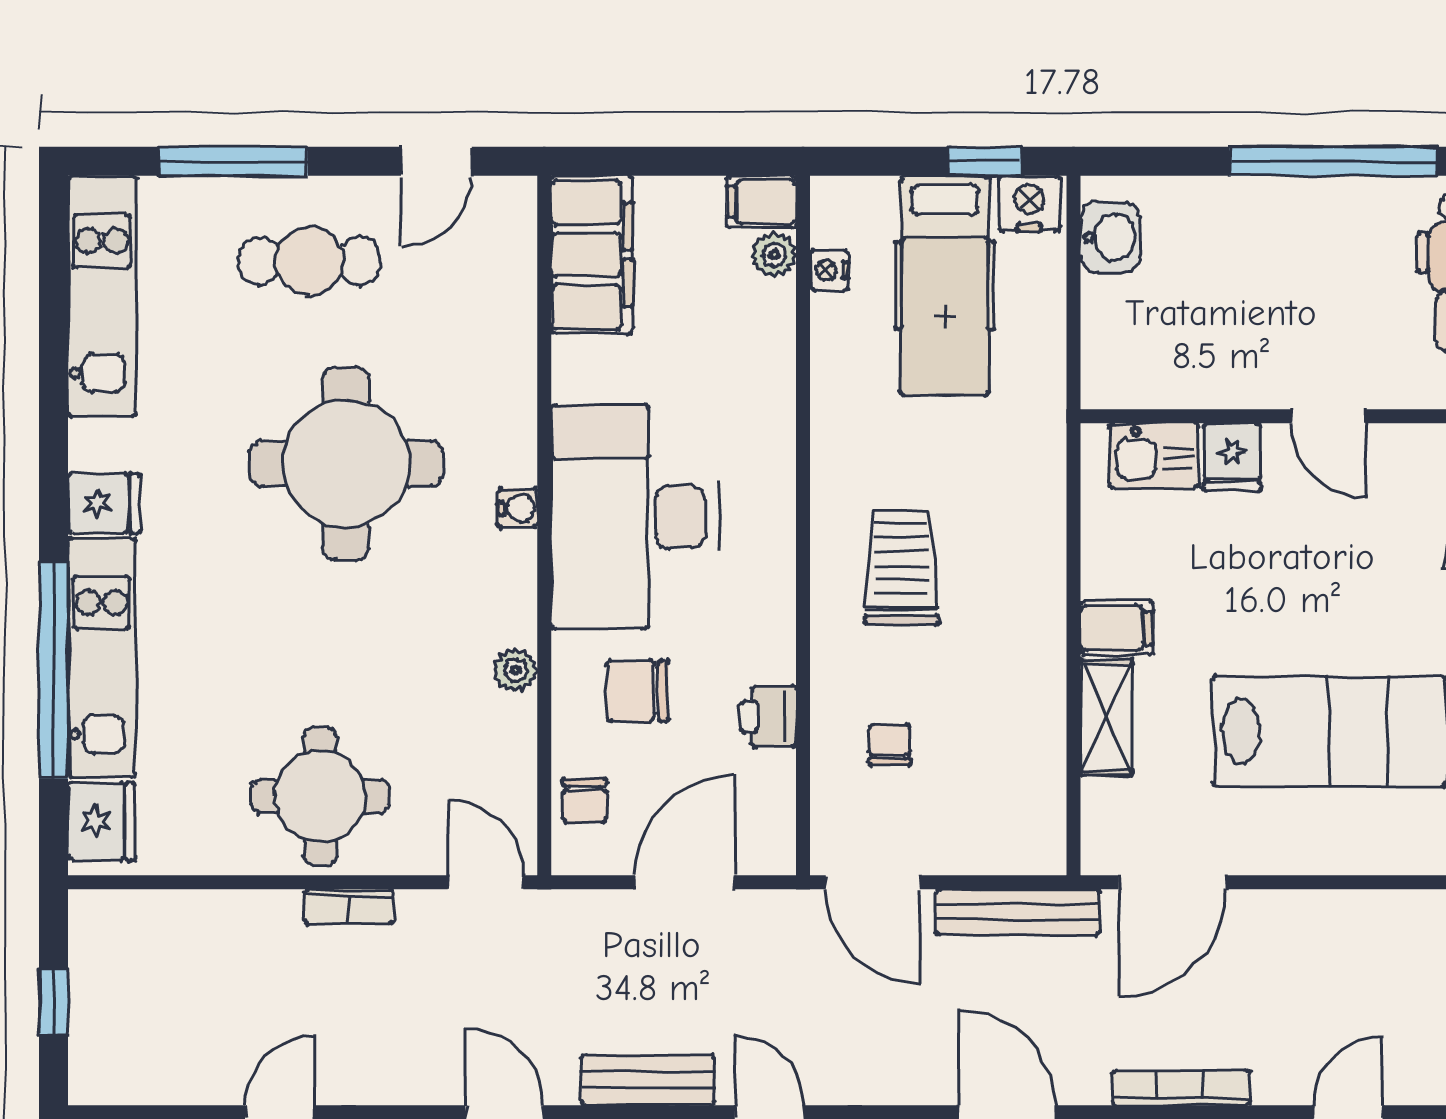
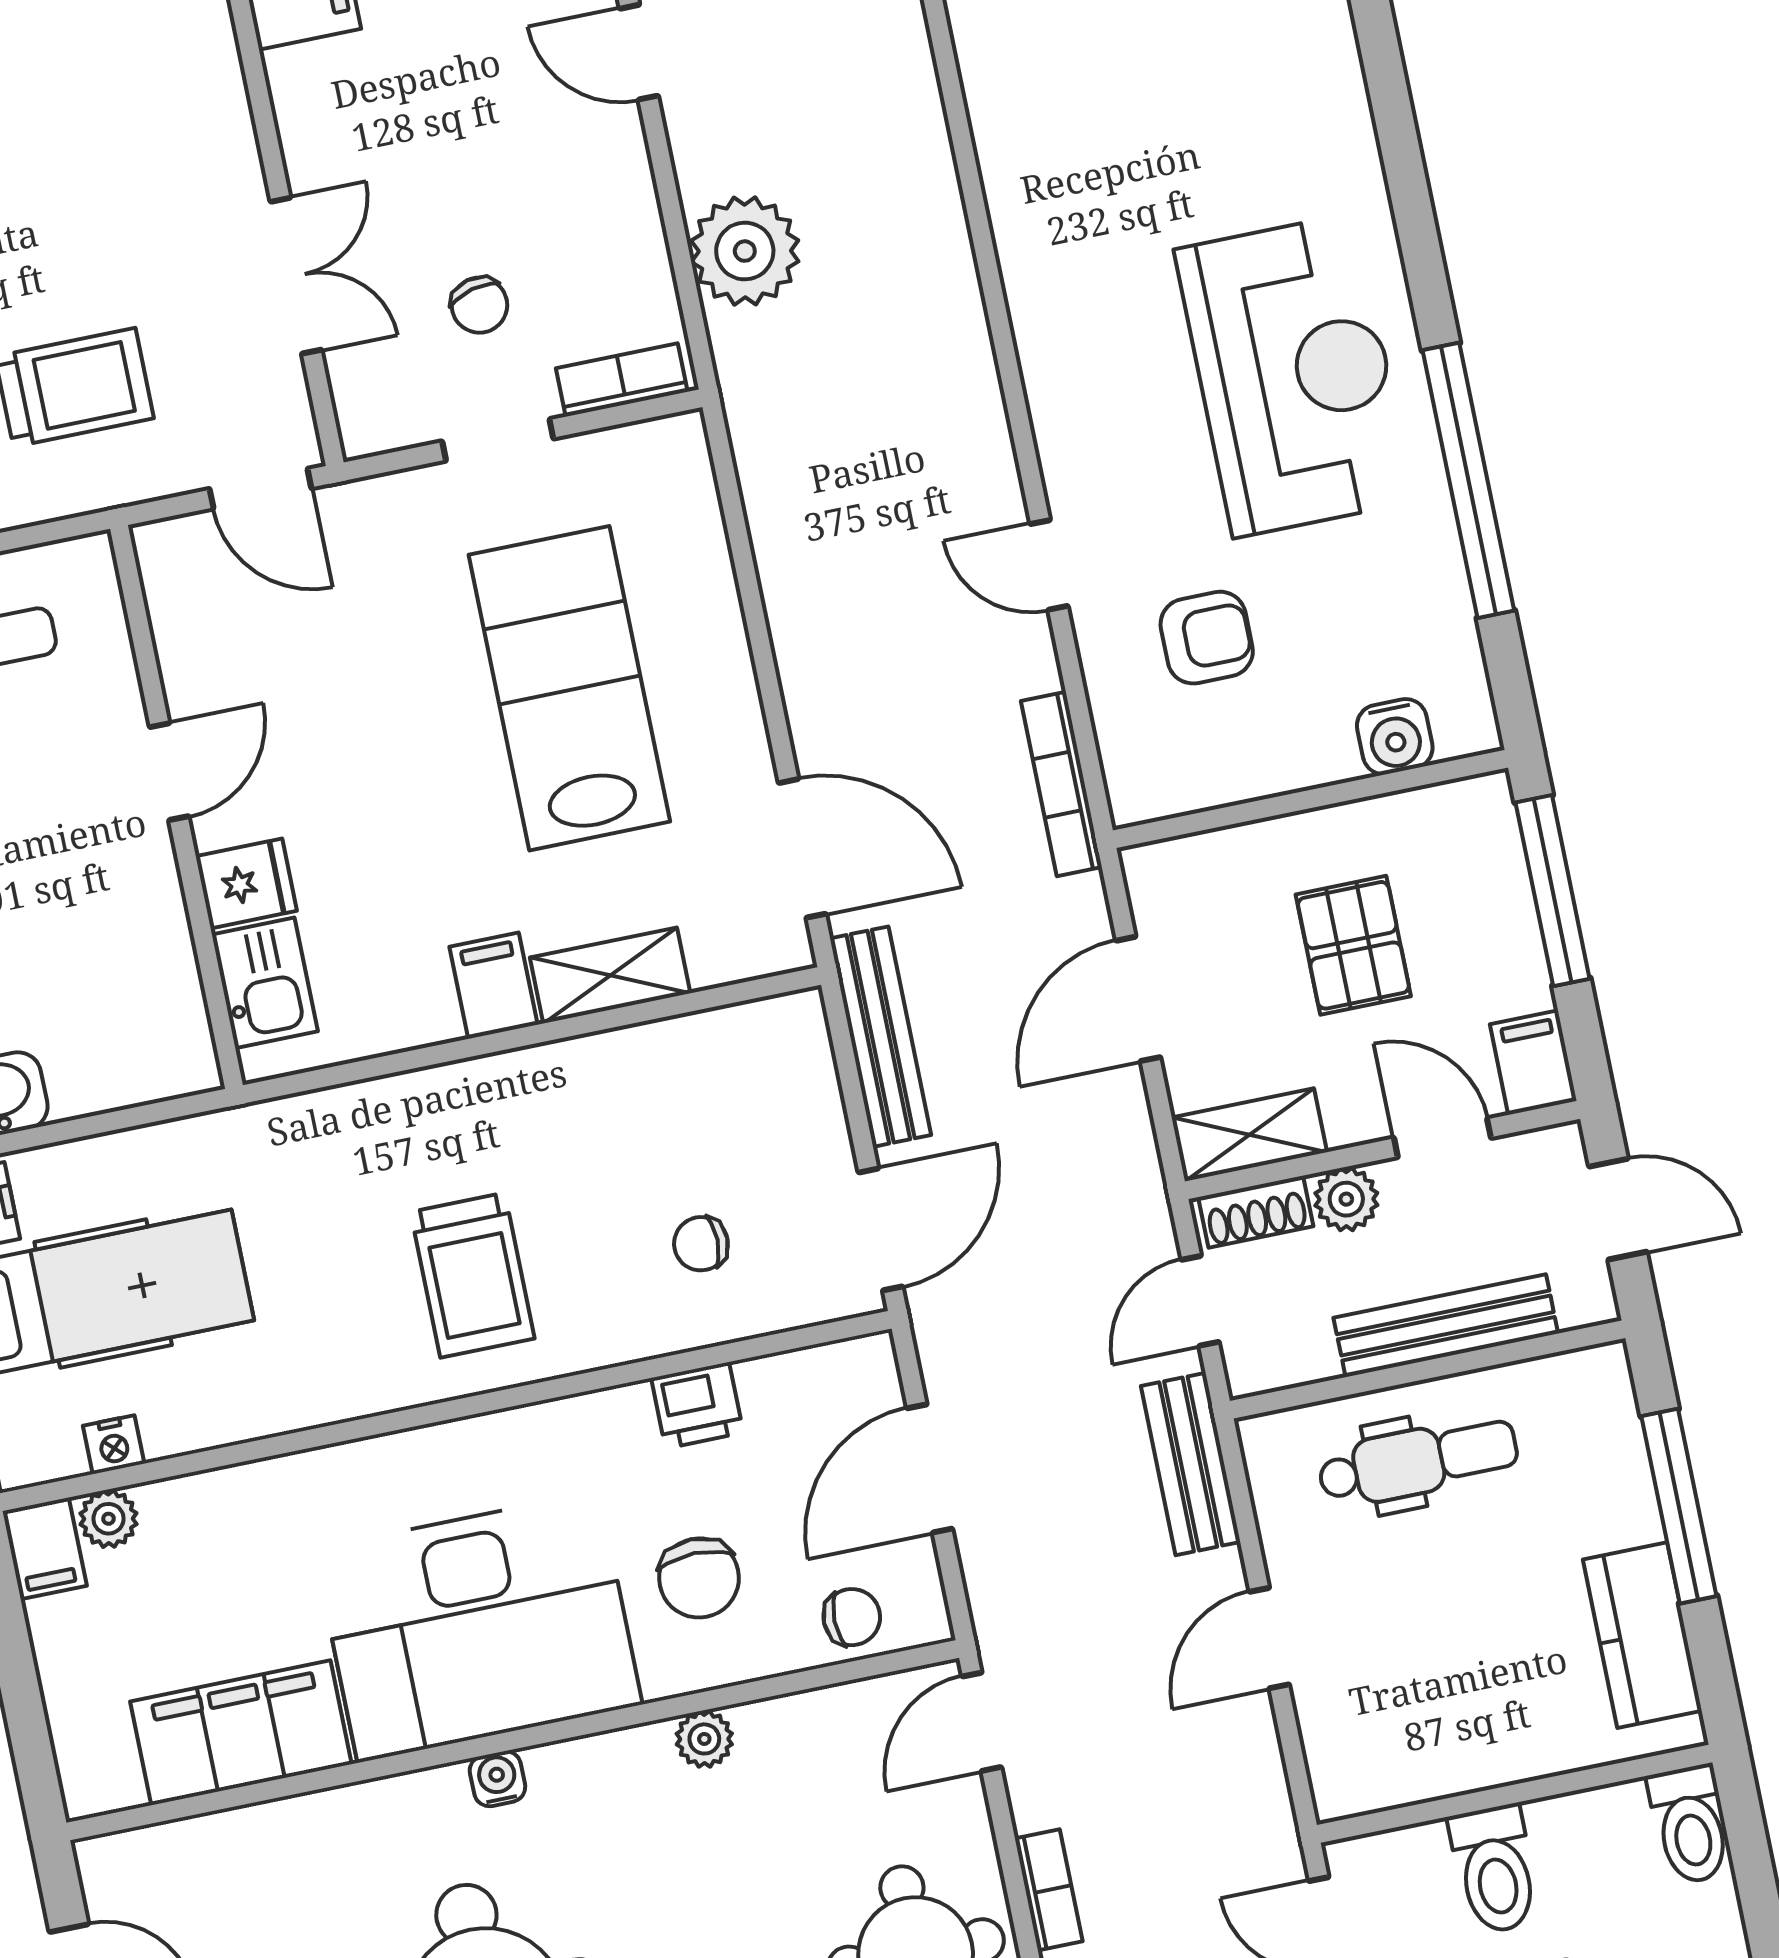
filing cabinet: (592, 255) -> (241, 1733), moved
trolley: (901, 567) -> (472, 1275), turned -90
door: (685, 882) -> (930, 1469), hinge flipped

